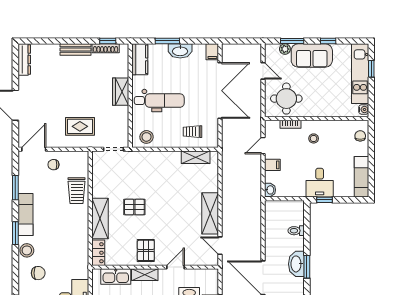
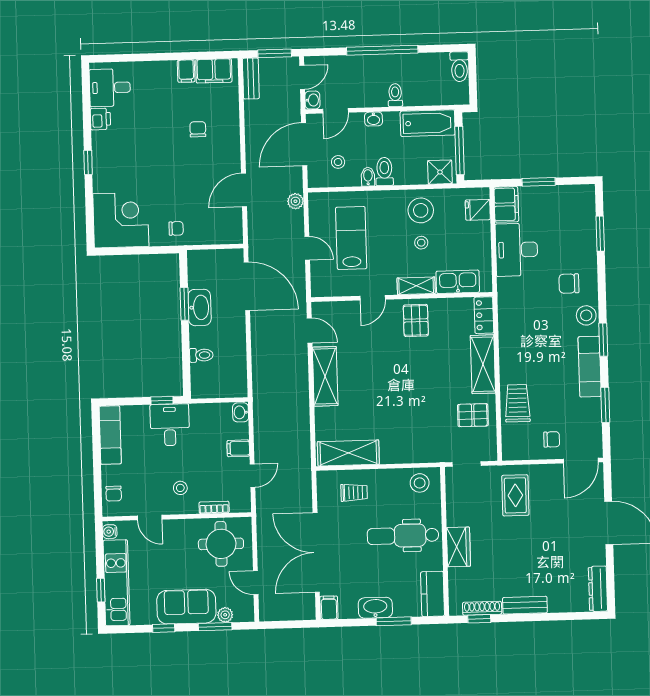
door: (336, 118) -> (150, 518), added
rug: (80, 126) -> (515, 495), turned 90
shelving: (196, 157) -> (348, 453), width x1.50, depth x1.33
pallet: (134, 207) -> (473, 415), moved

